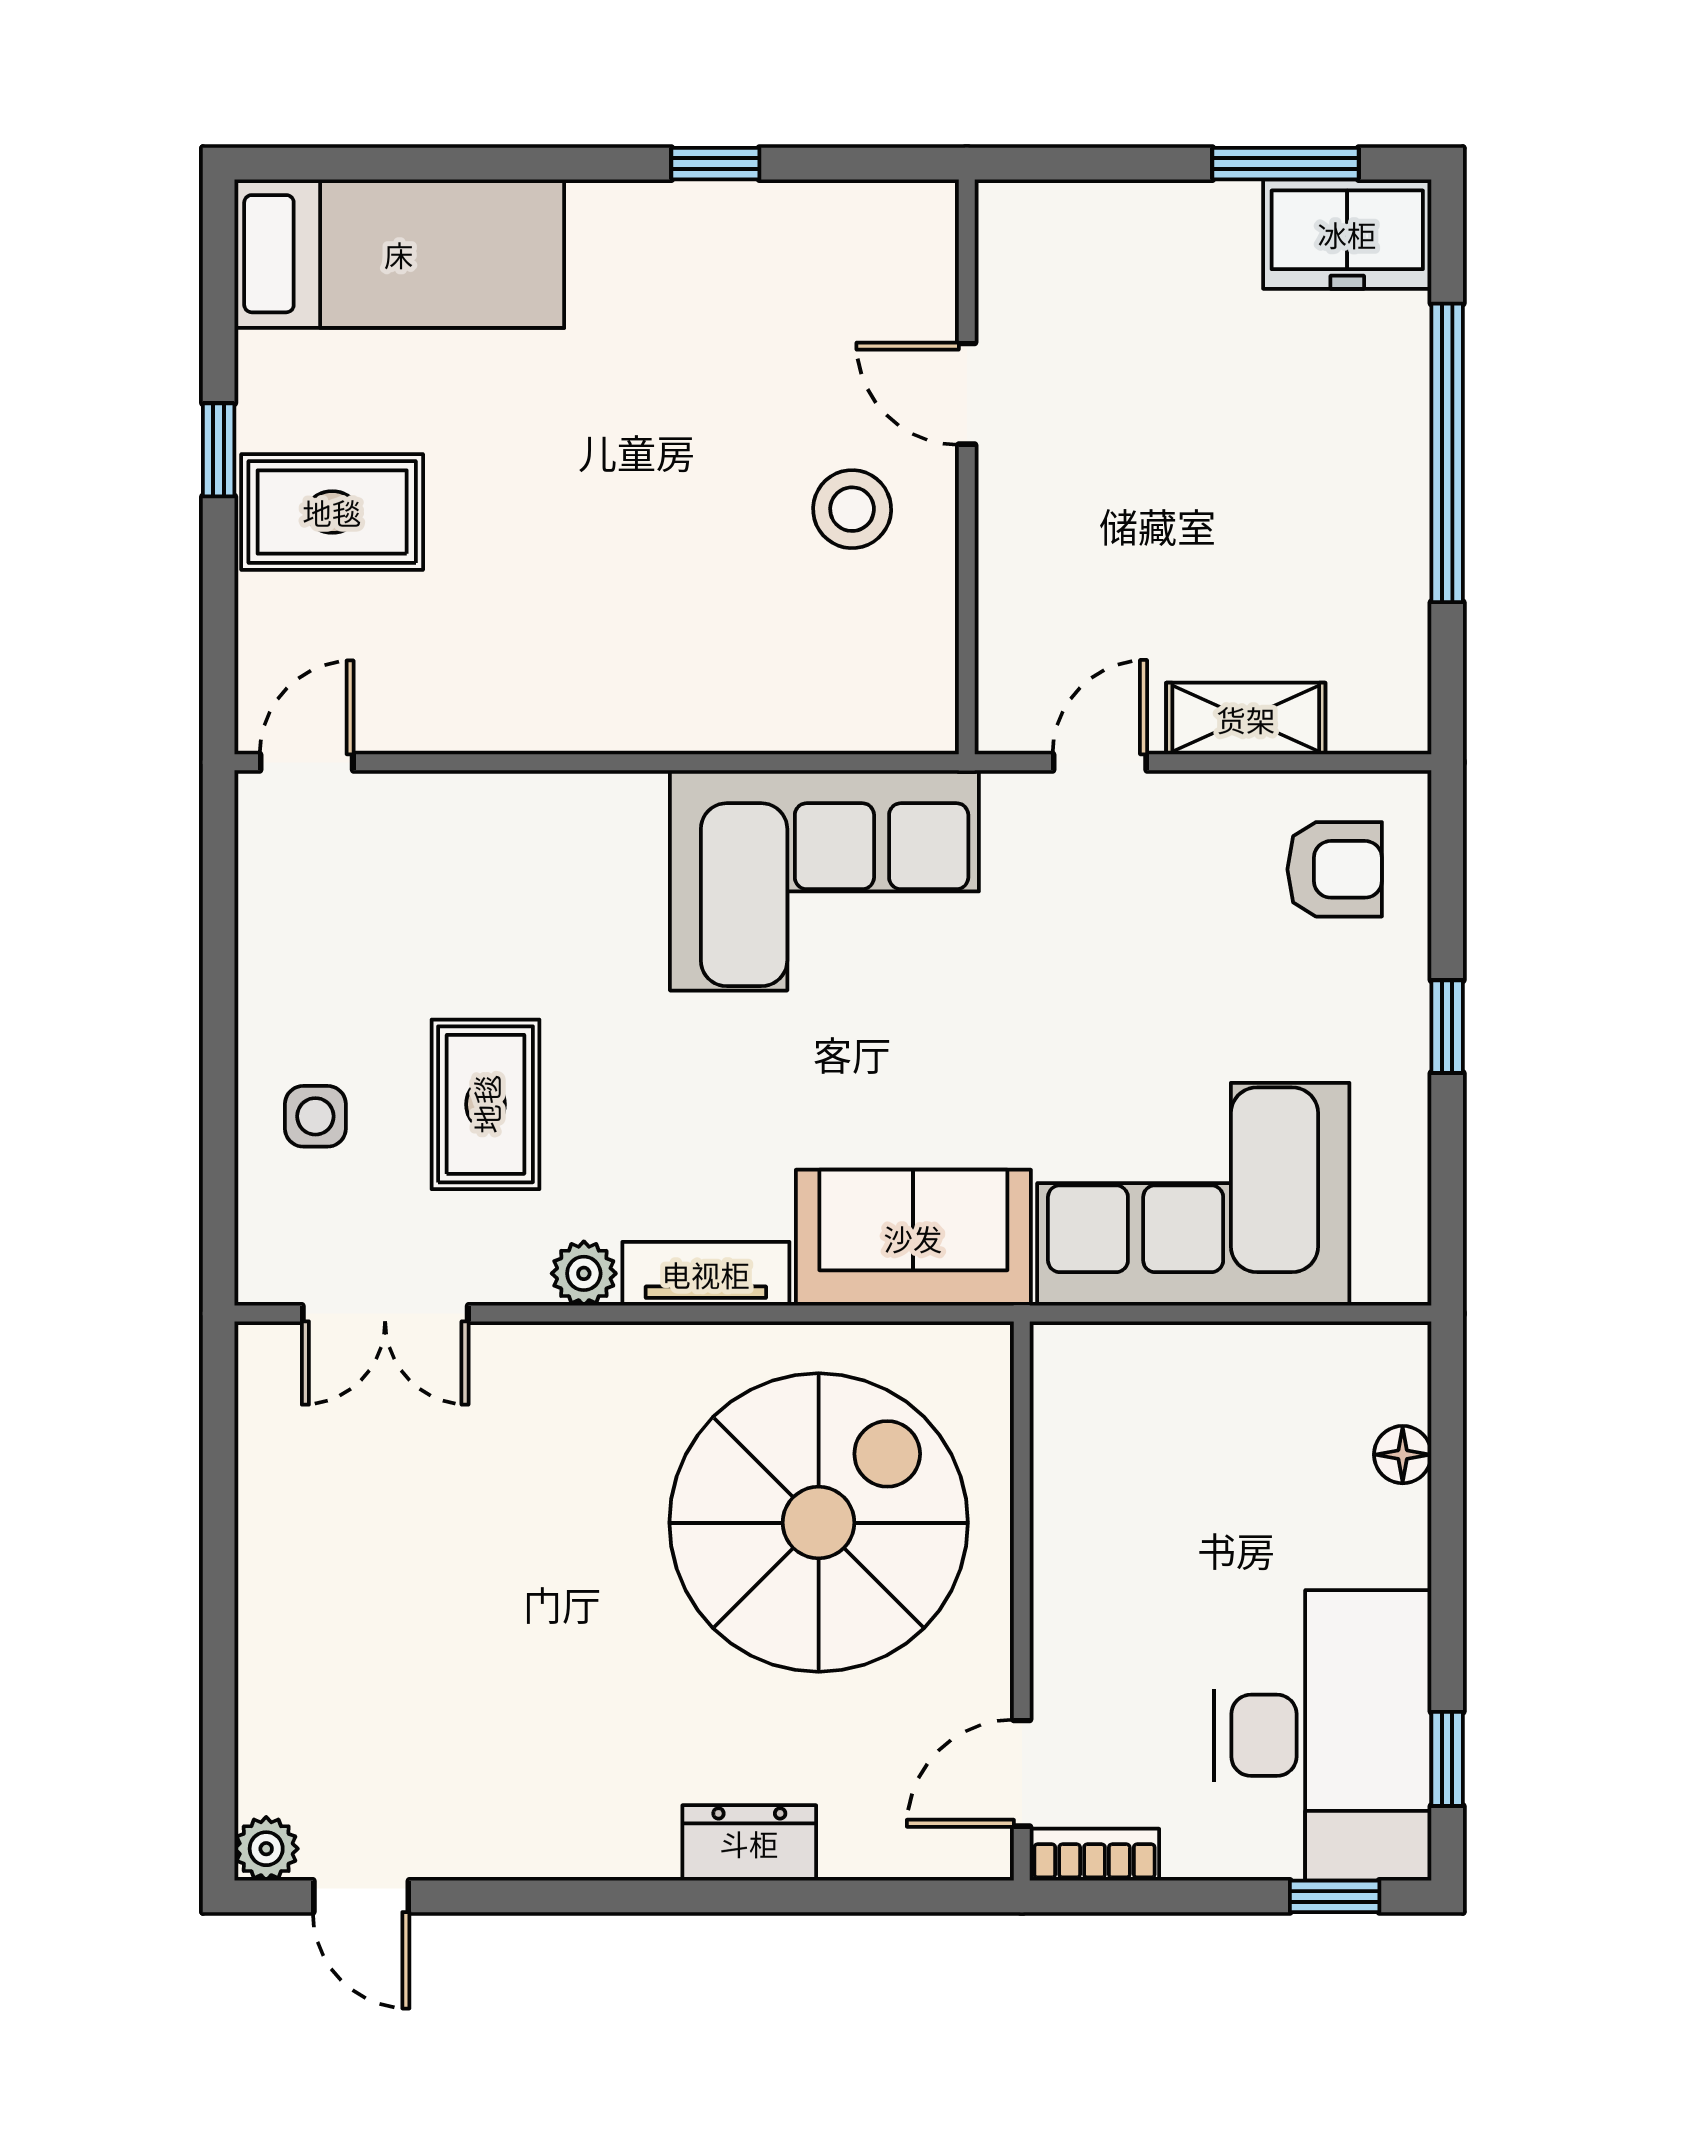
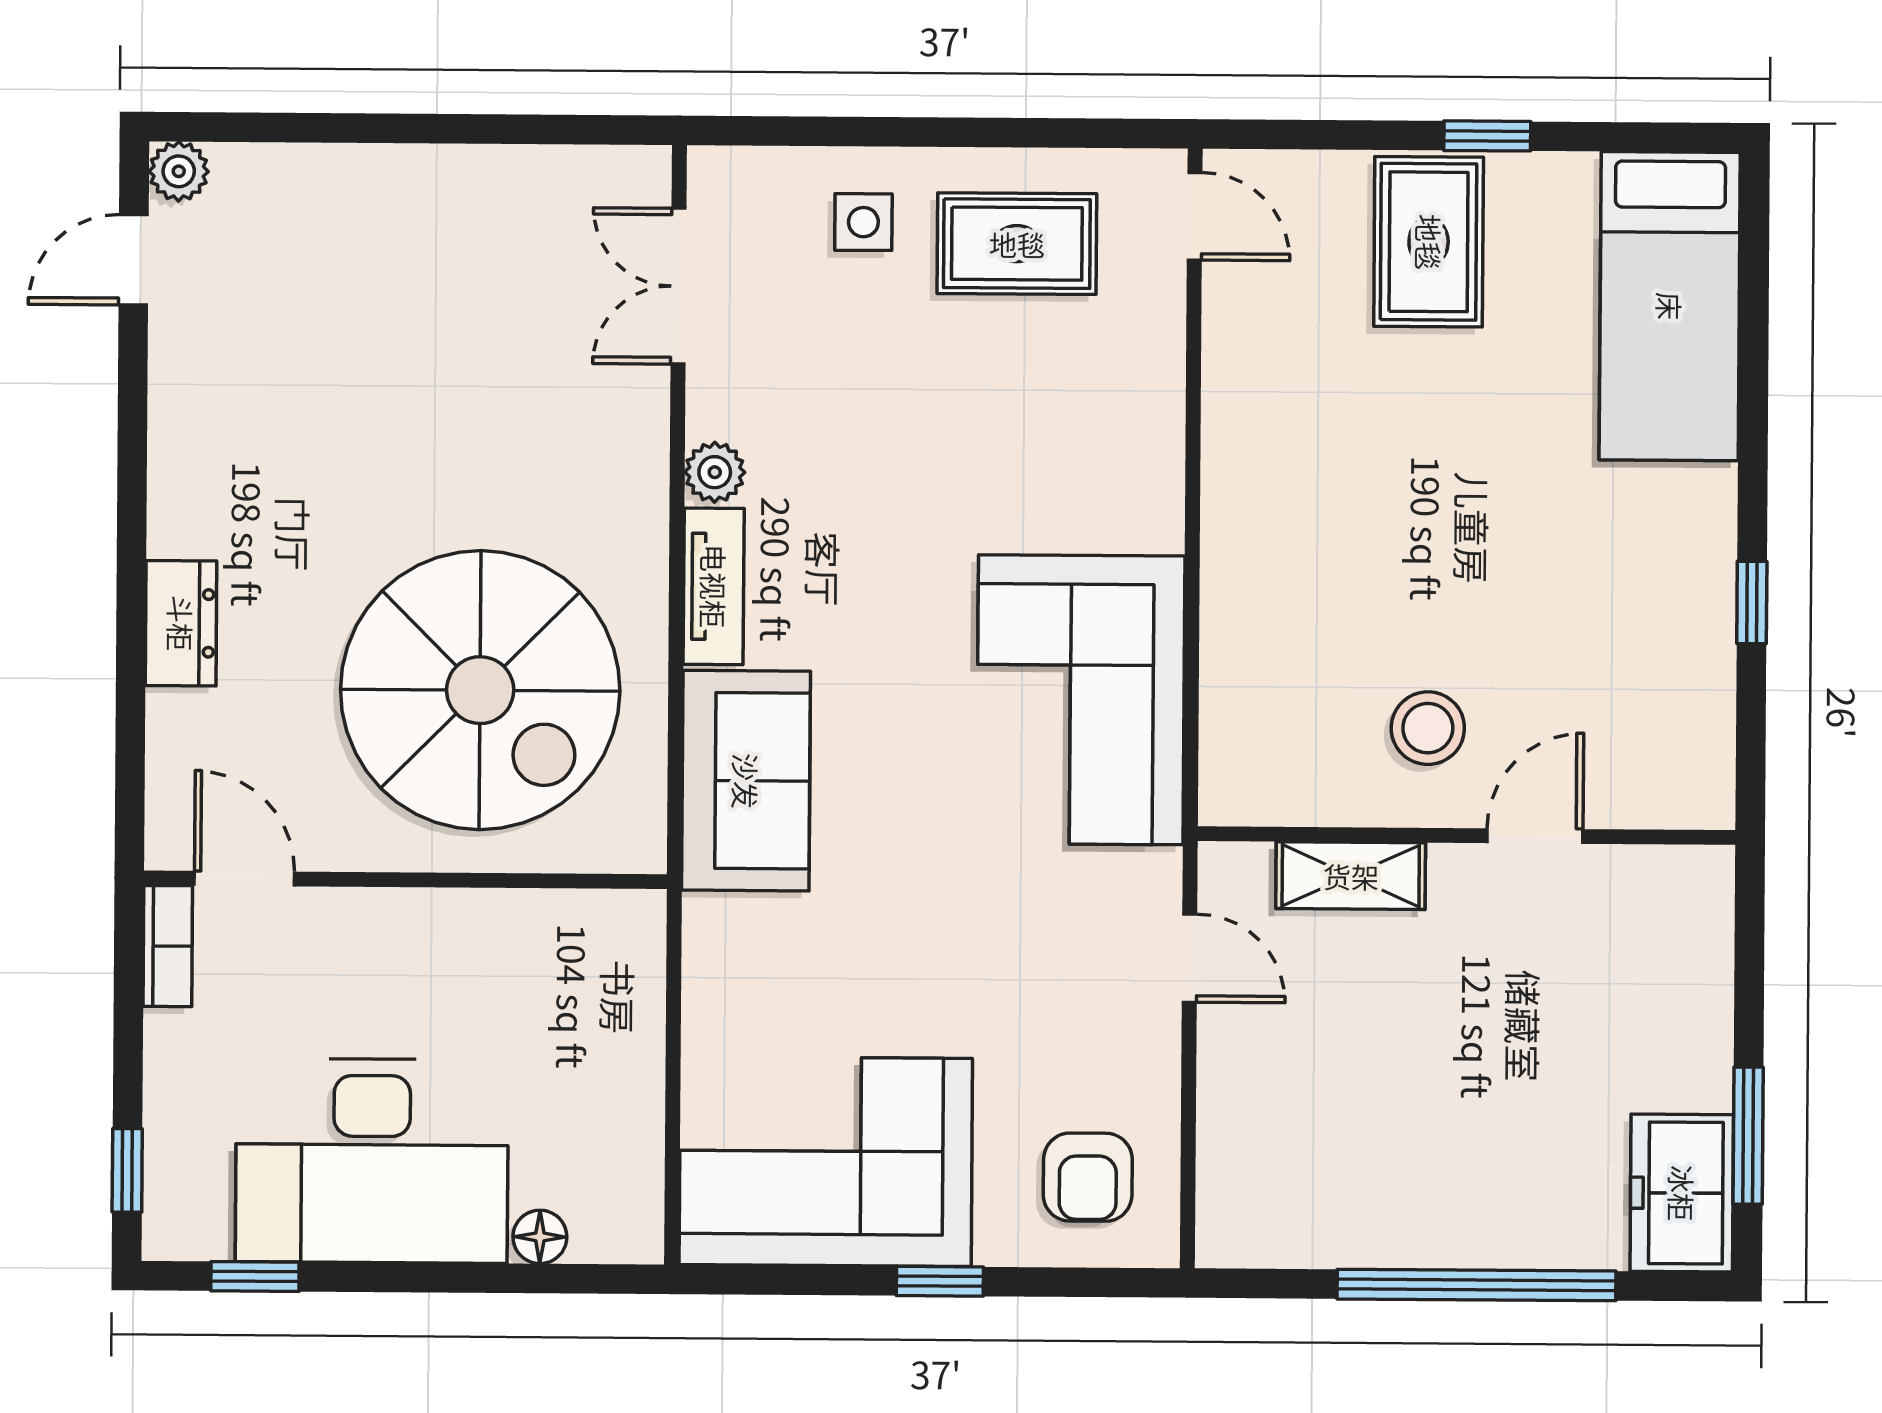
shelving: (1246, 719) -> (1351, 876), moved, turned 90
rug: (486, 1104) -> (1017, 244), moved
corner sofa: (1193, 1194) -> (826, 1162), moved, turned -90
desk: (1323, 1735) -> (372, 1161), moved

